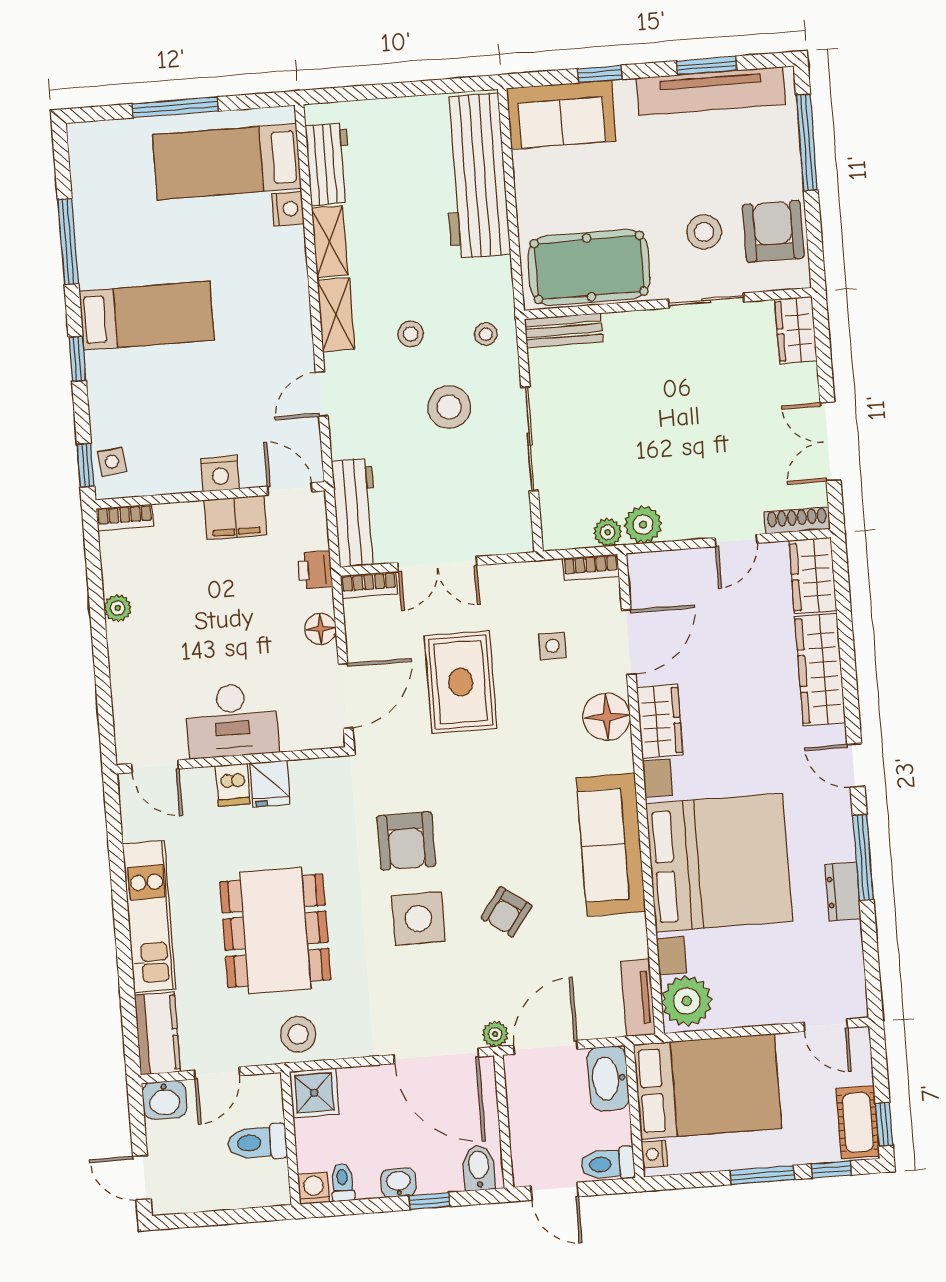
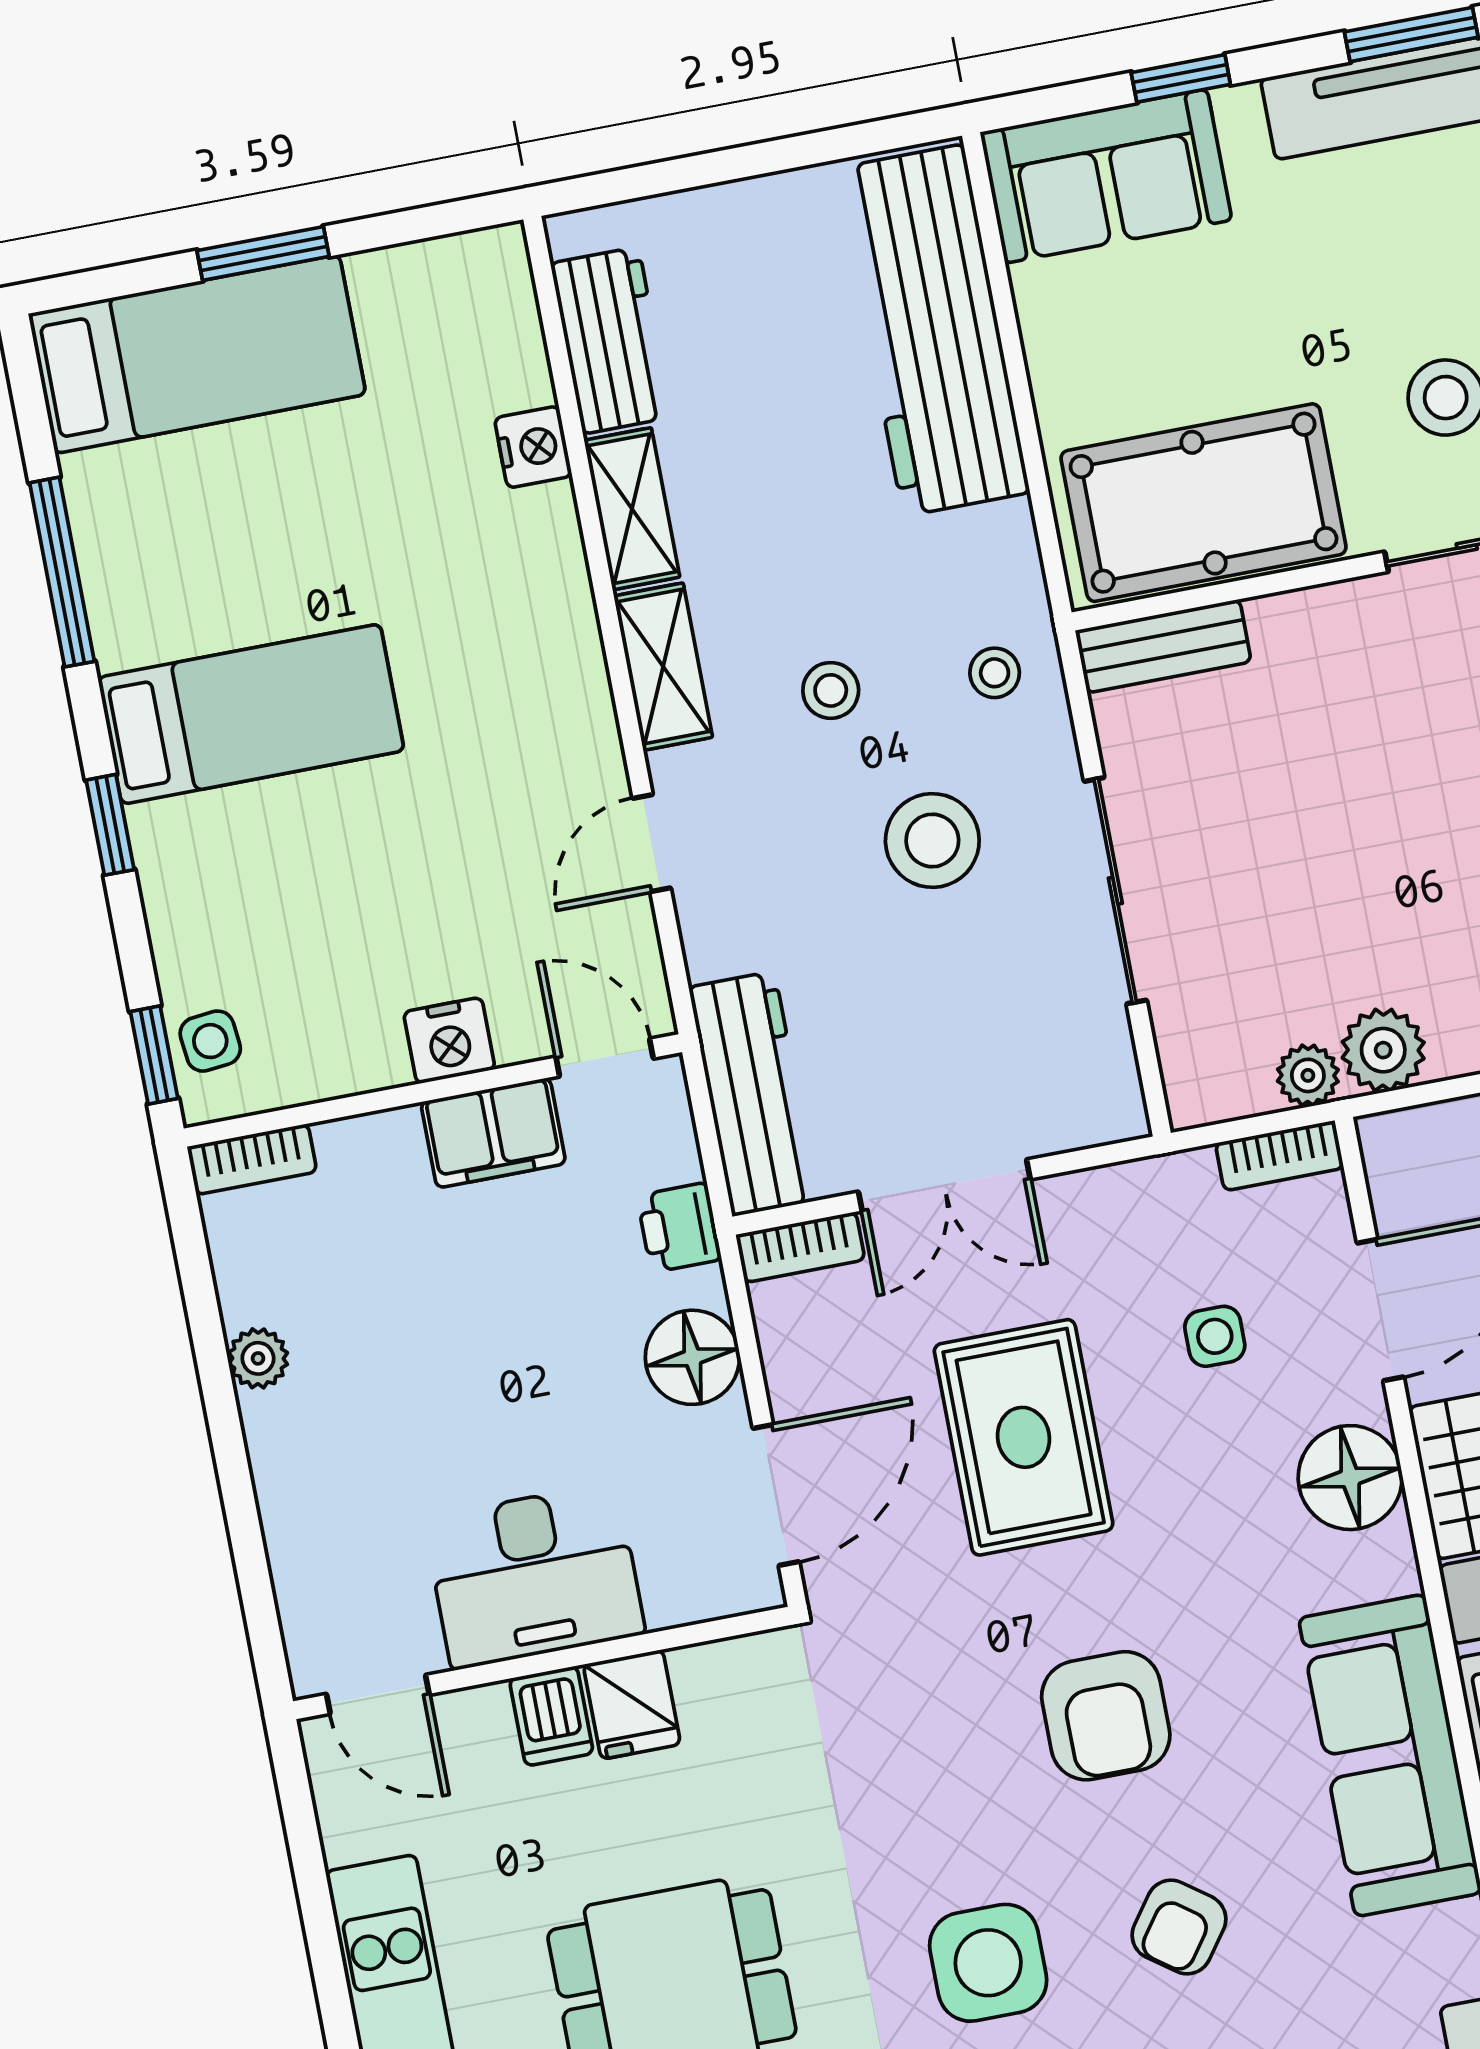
window: (175, 107) -> (263, 254), width x0.69
bed: (227, 162) -> (197, 354), moved, turned 180
floor lamp: (320, 629) -> (692, 1357), width x1.38, depth x1.38
armchair: (406, 841) -> (1106, 1716), moved

